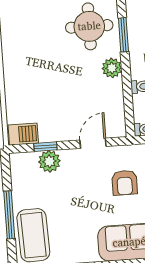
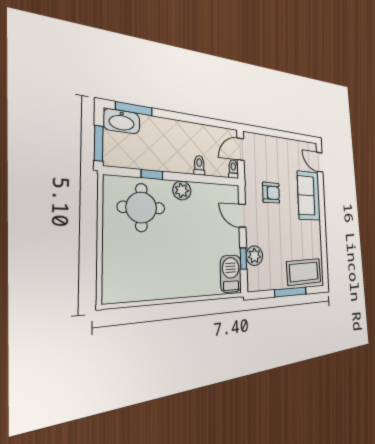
window: (123, 35) -> (152, 175), width x0.67
barbecue: (23, 134) -> (231, 274), width x1.38, depth x1.27

